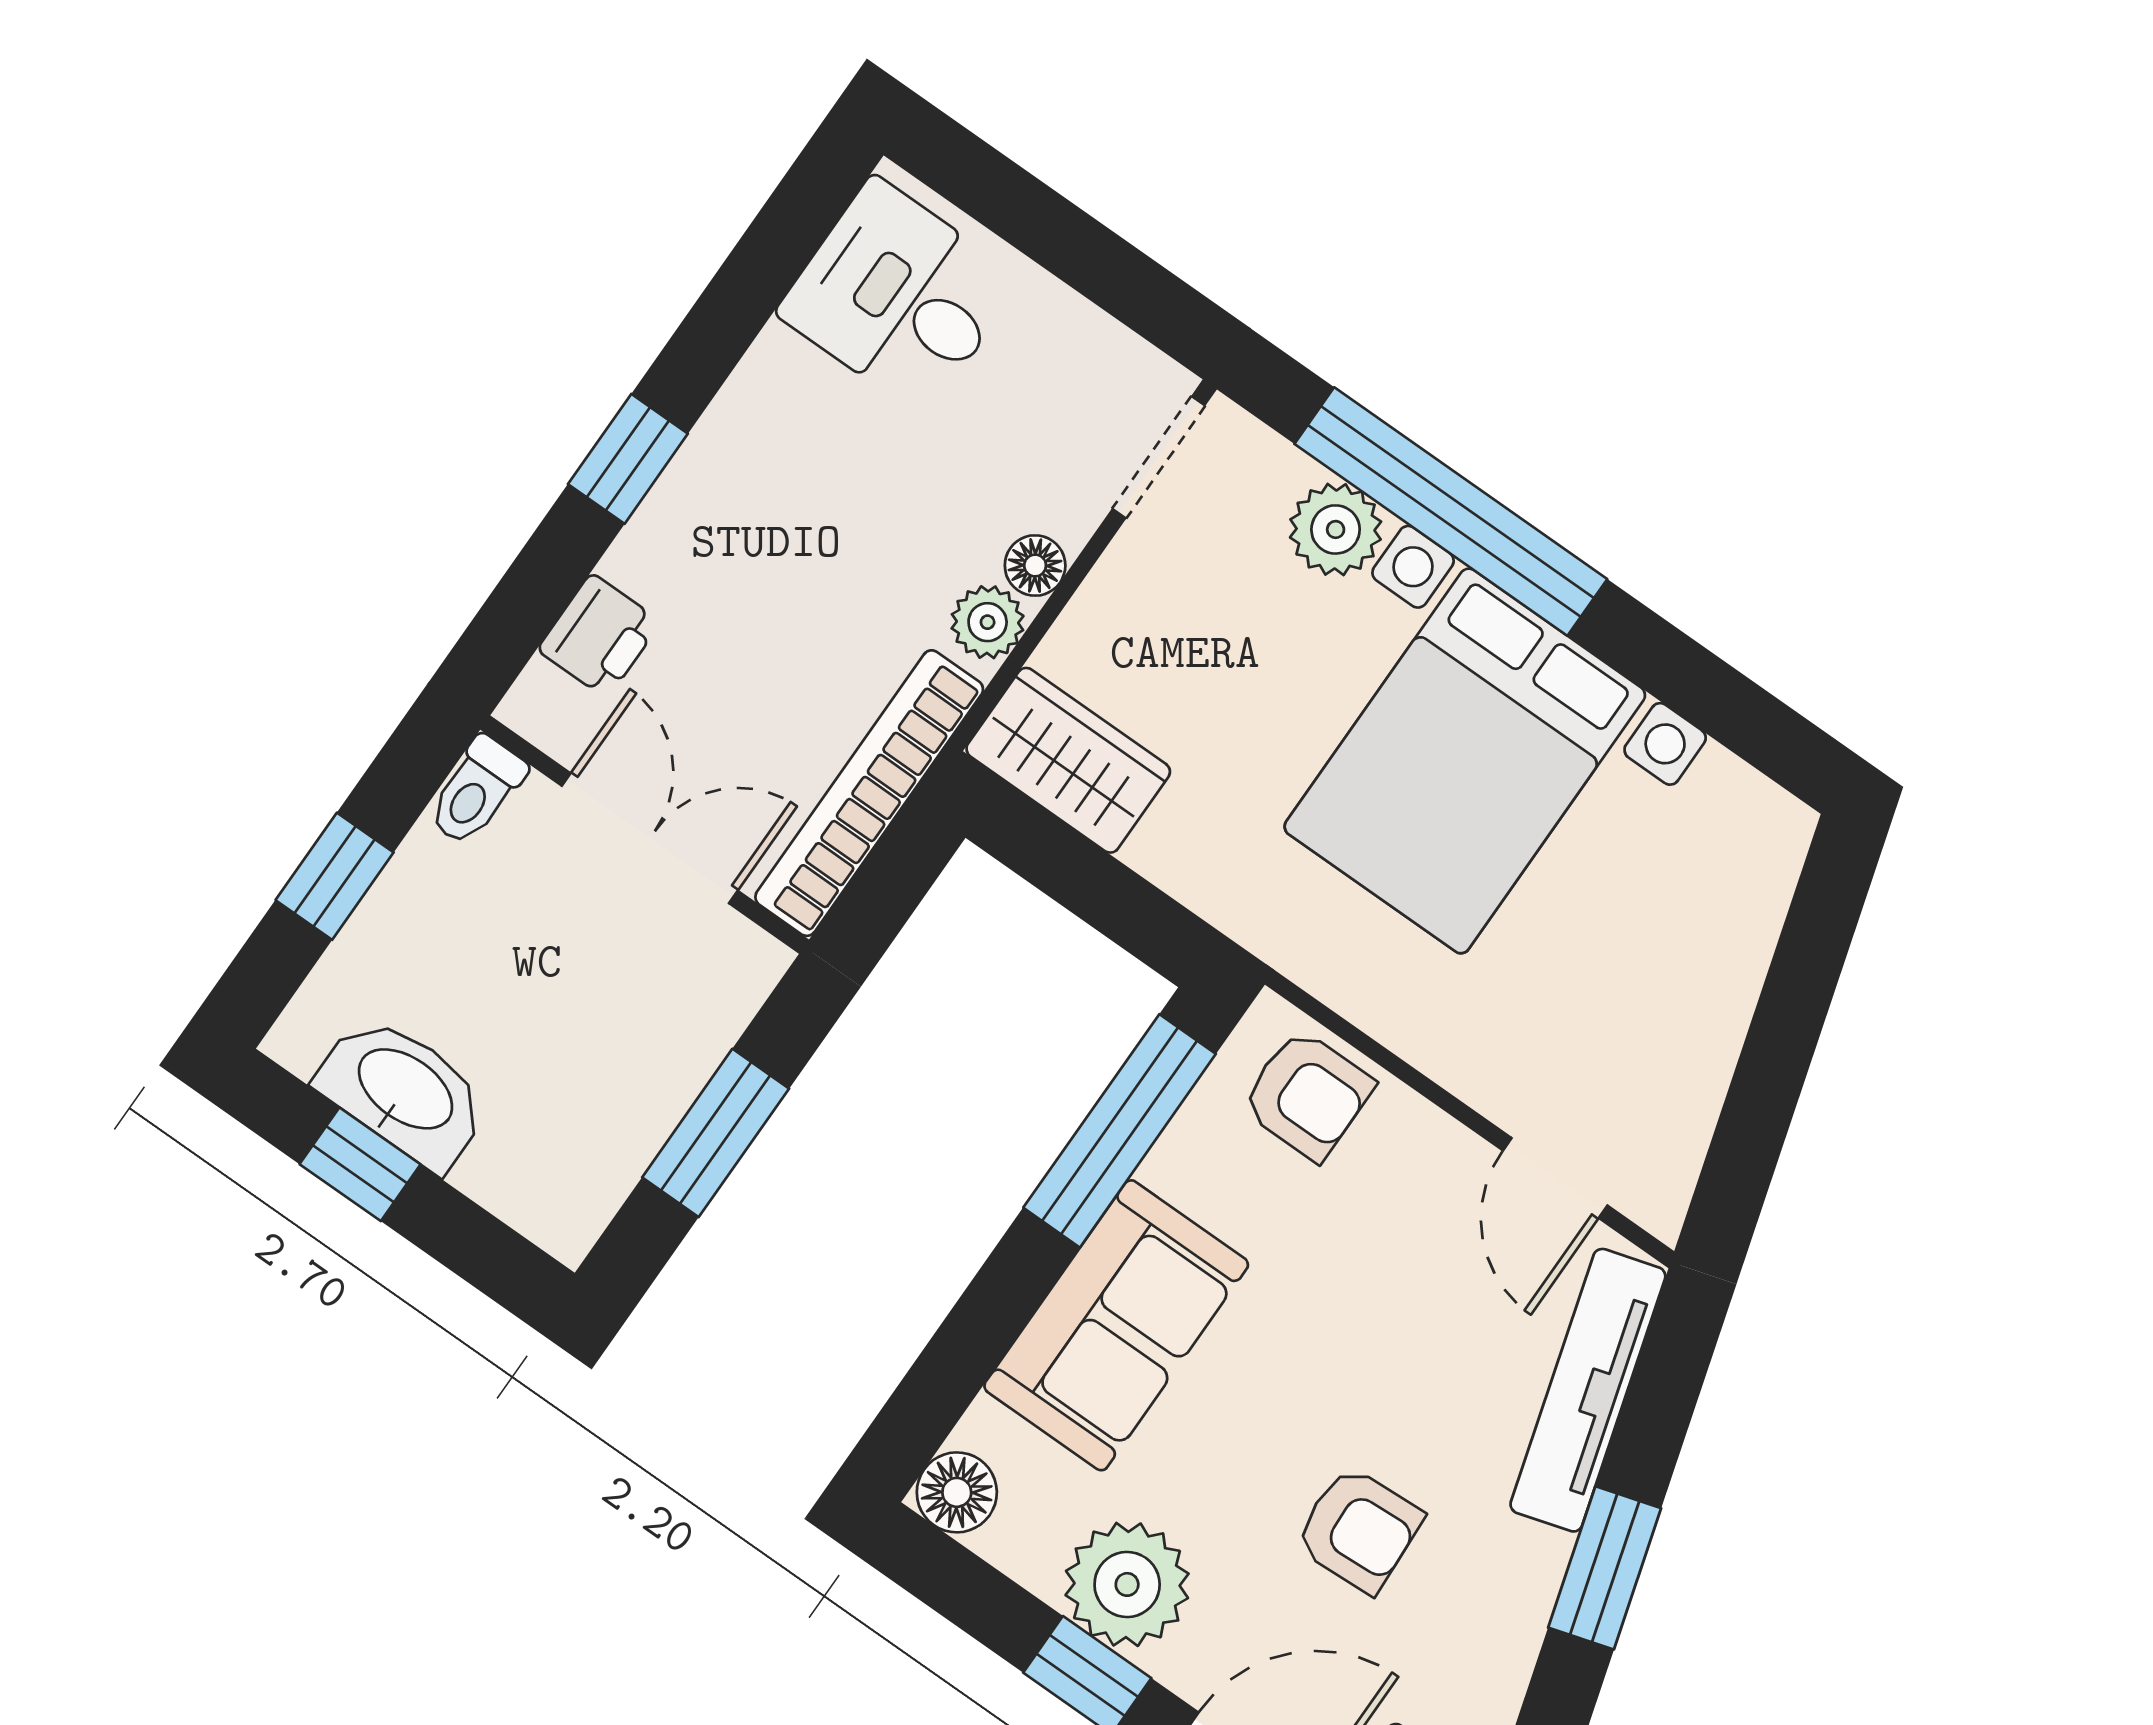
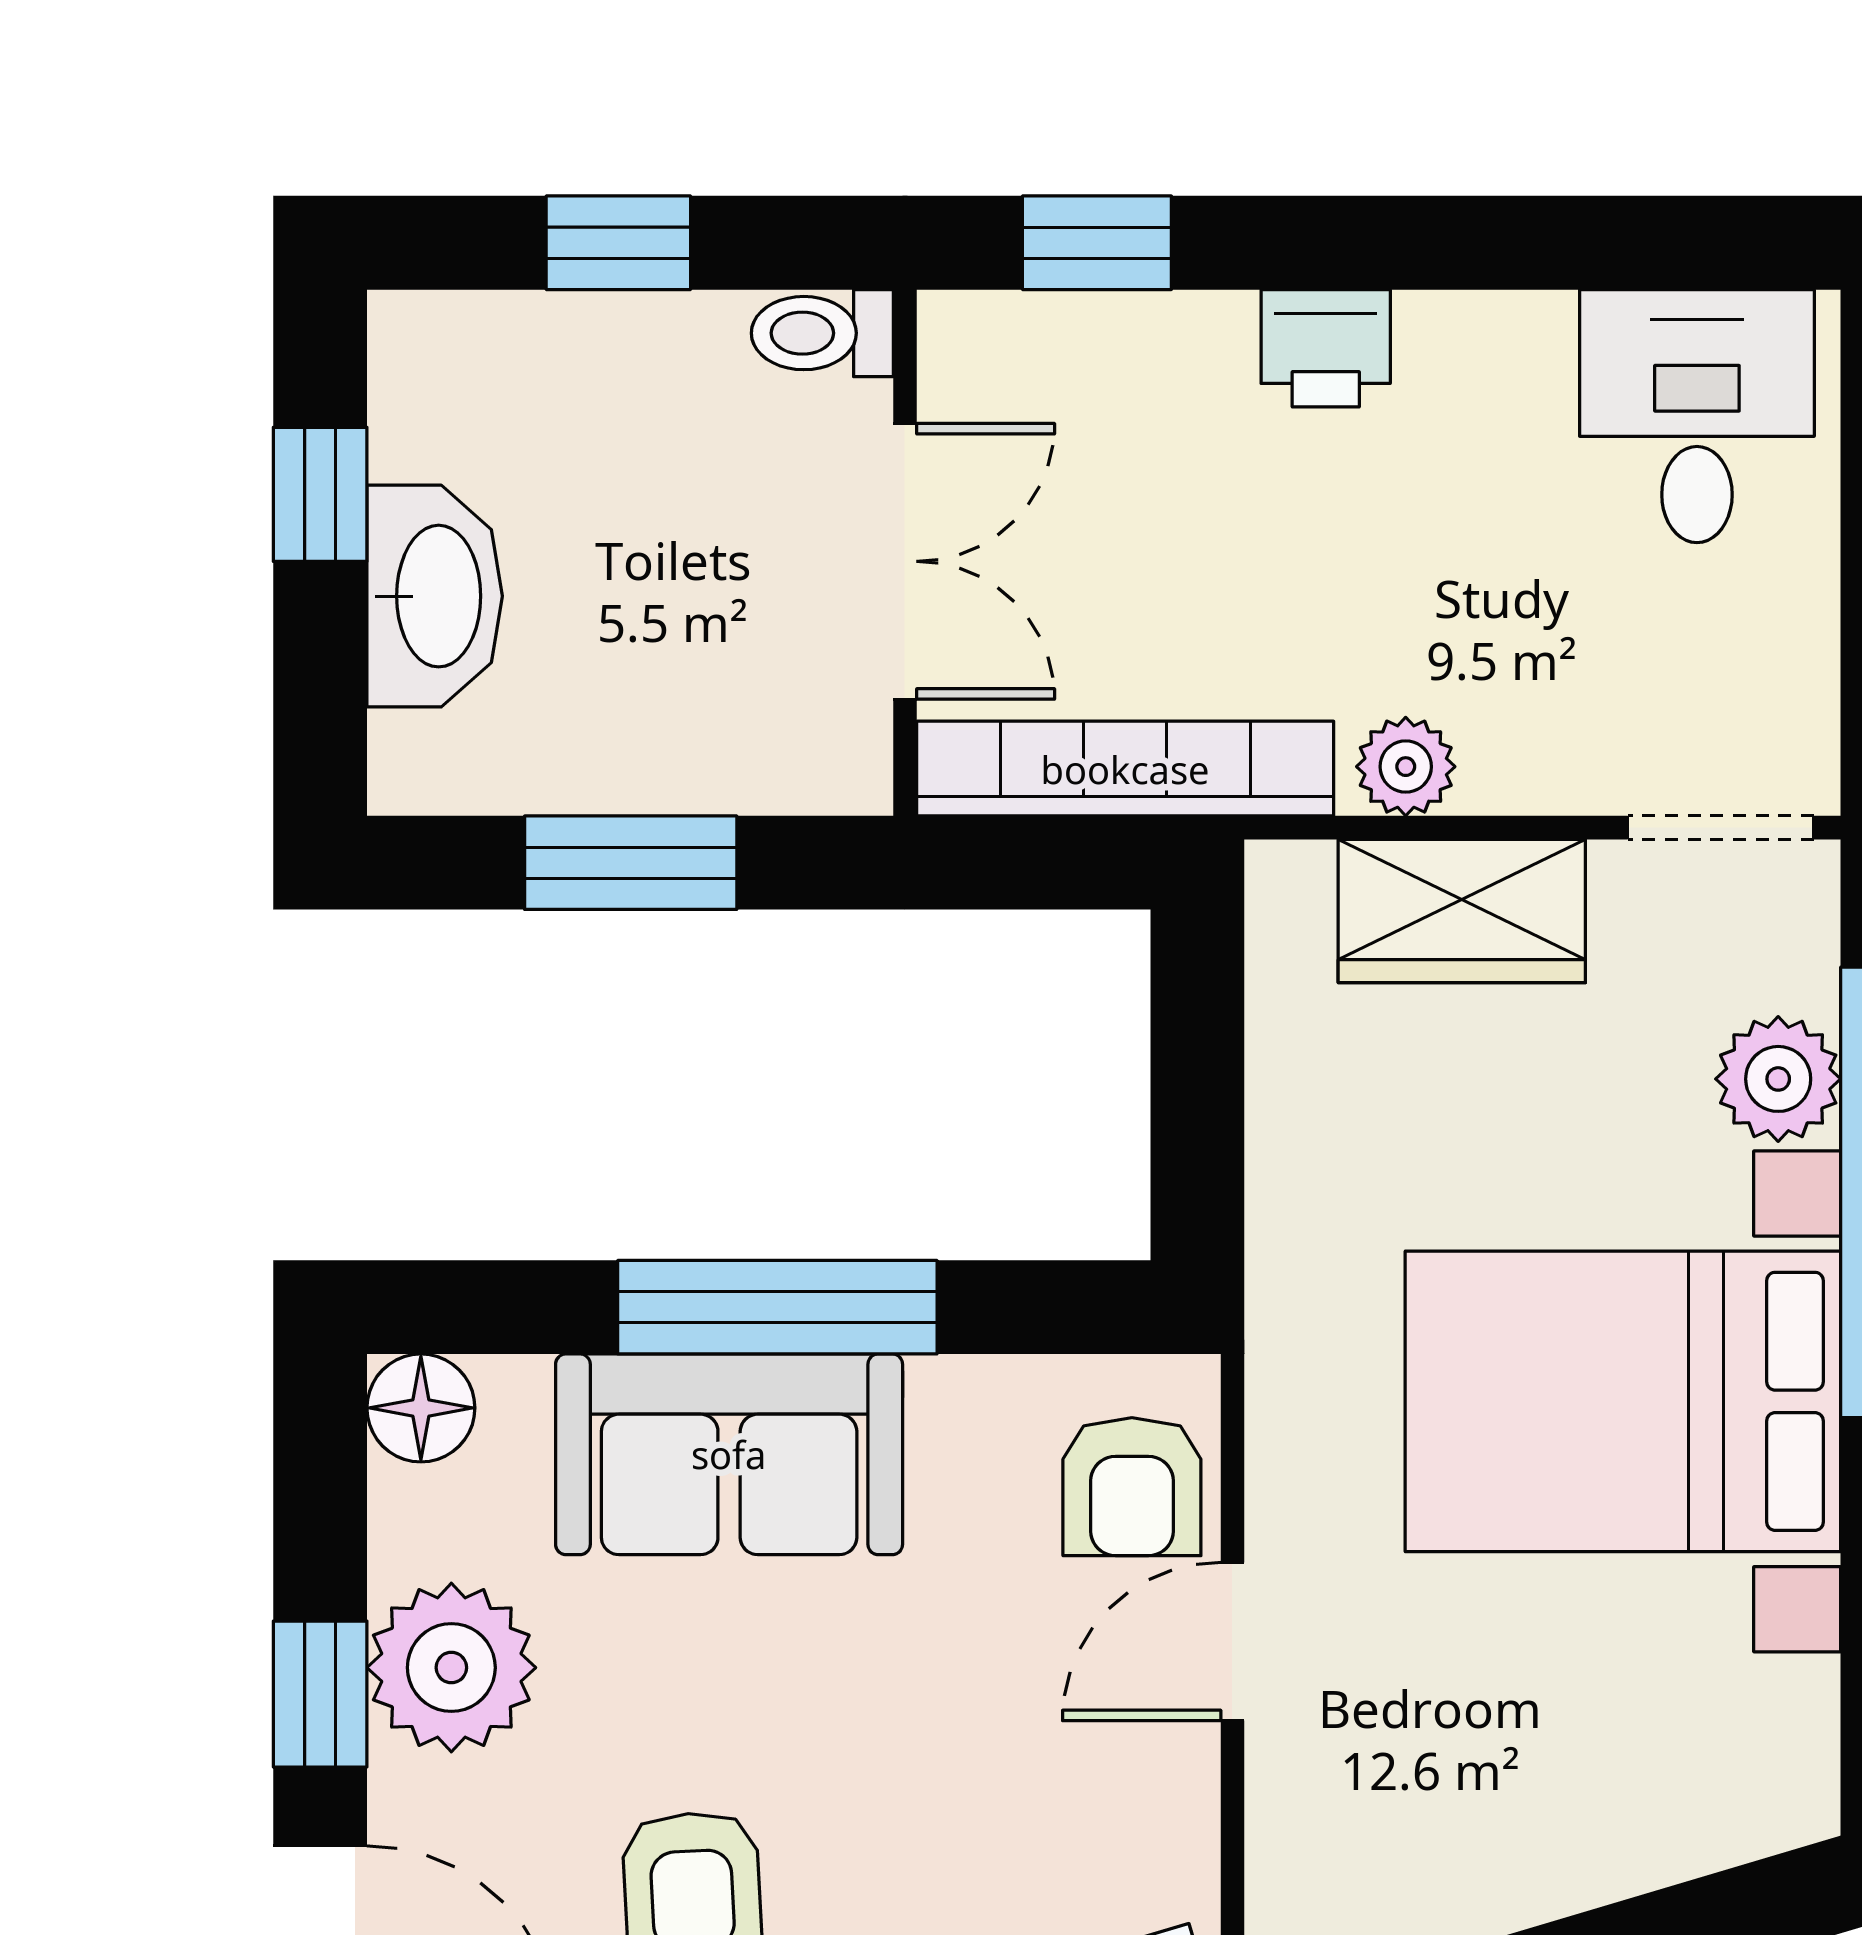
window: (628, 459) -> (1097, 243), moved
floor lamp: (1035, 565) -> (1505, 775), removed
printer: (599, 636) -> (1326, 348), moved
wardrobe: (1068, 760) -> (1462, 911), moved, turned 90
washbasin: (404, 1091) -> (435, 596), moved
window: (1120, 1131) -> (777, 1307), moved
door: (1555, 1178) -> (1232, 1642), moved

